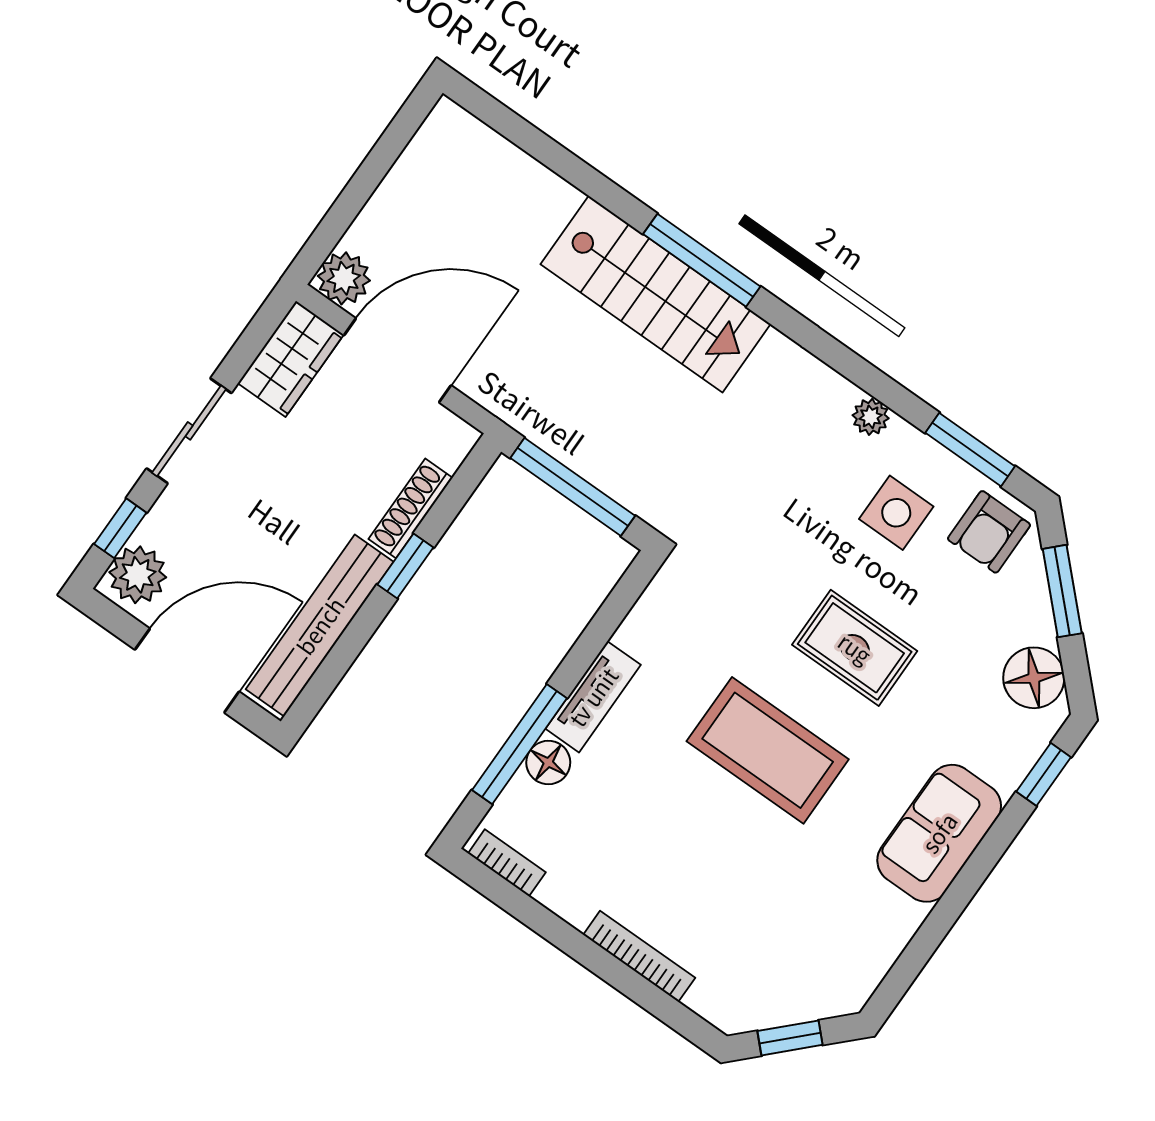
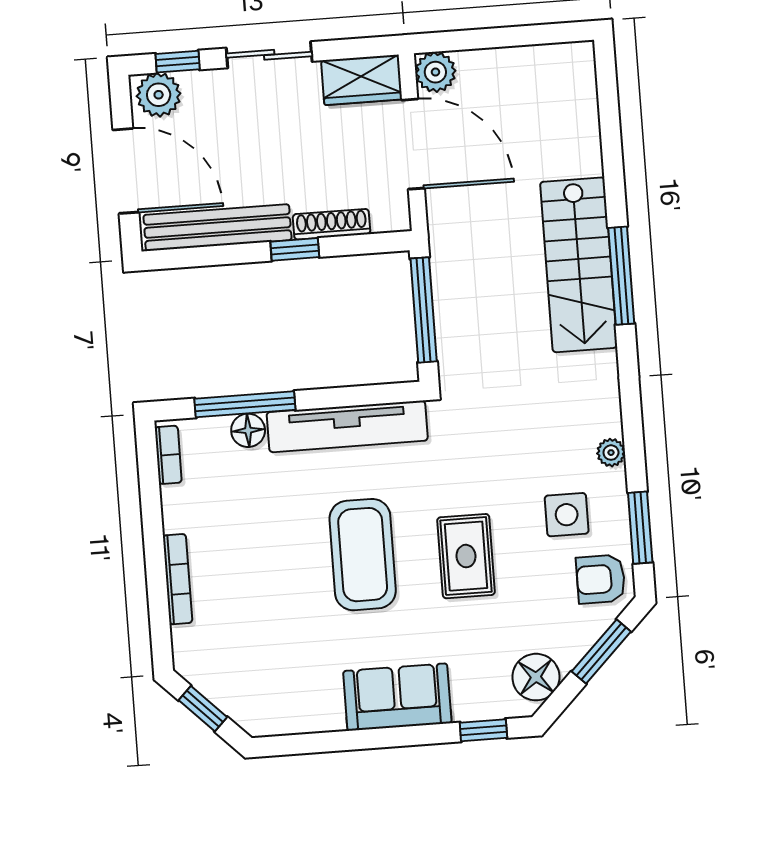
tv unit: (593, 697) -> (347, 426), width x1.92, depth x1.29

